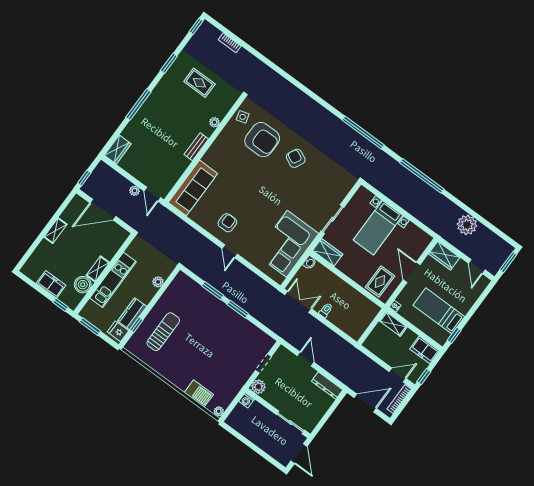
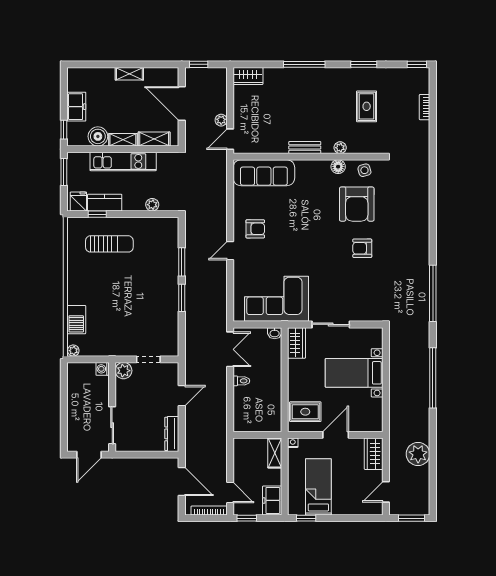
floor lamp: (227, 133) -> (338, 167), added
armchair: (296, 158) -> (362, 248), turned -116
shelving: (113, 247) -> (154, 139), added

